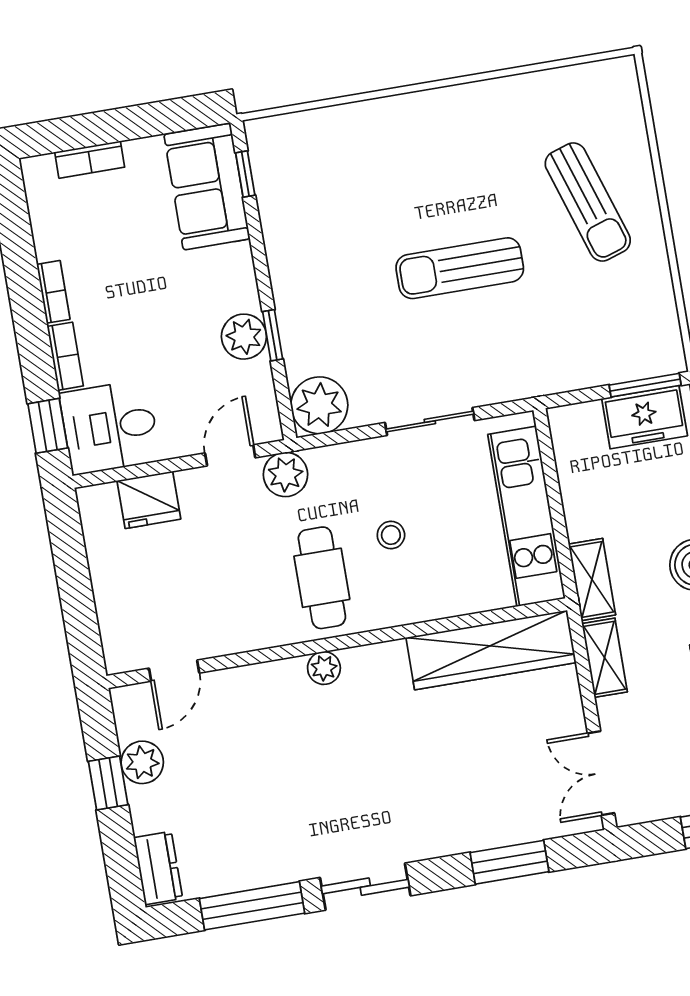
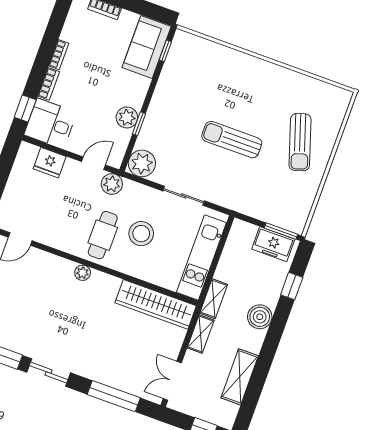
stool: (391, 535) -> (141, 234), width x1.89, depth x1.89
window: (509, 862) -> (114, 396), width x1.44

